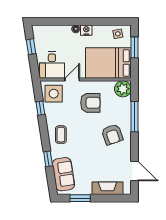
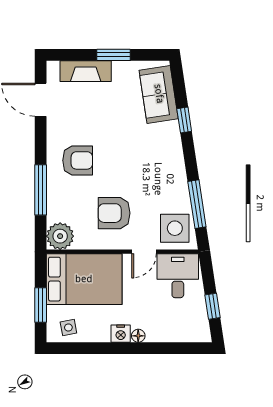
window: (40, 108) -> (197, 204), width x2.17
armchair: (112, 134) -> (78, 160), turned 109
coffee table: (61, 135) -> (163, 160), removed
window: (80, 198) -> (113, 55), moved

